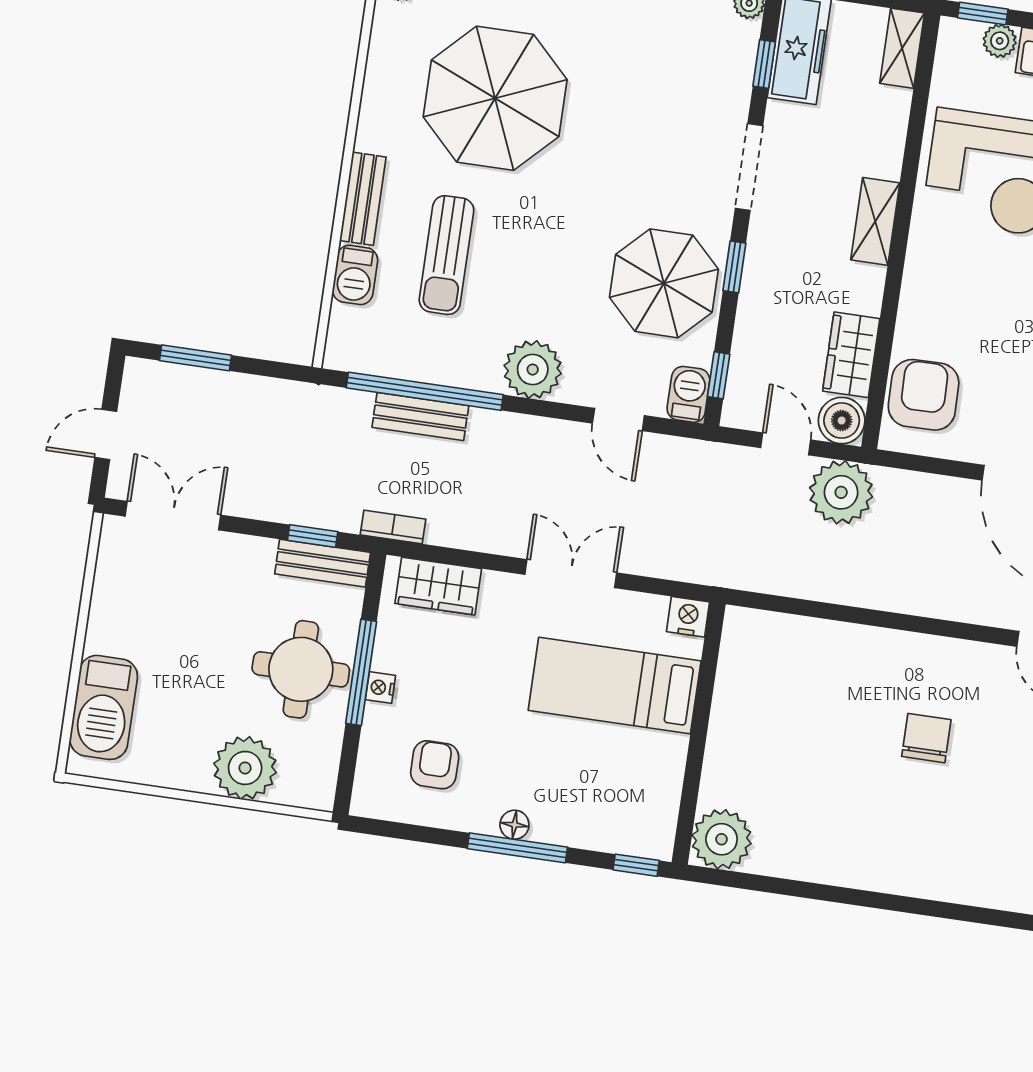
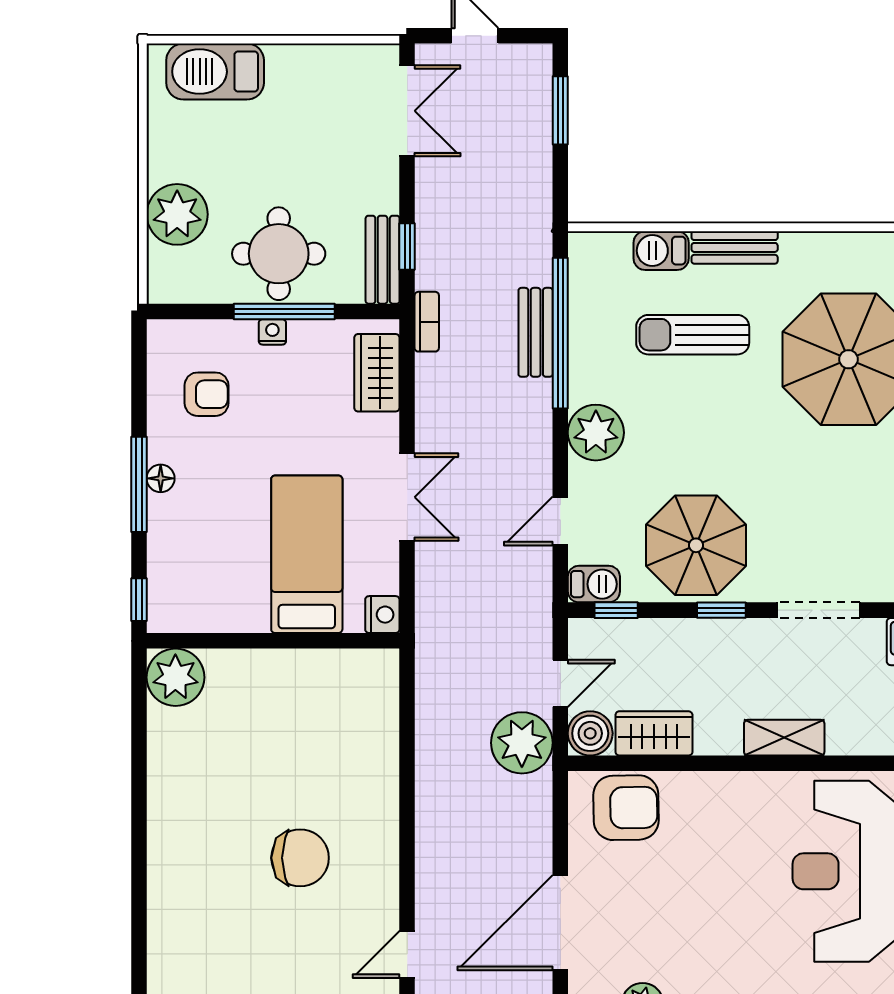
chair: (926, 738) -> (300, 858), width x1.37, depth x1.37

